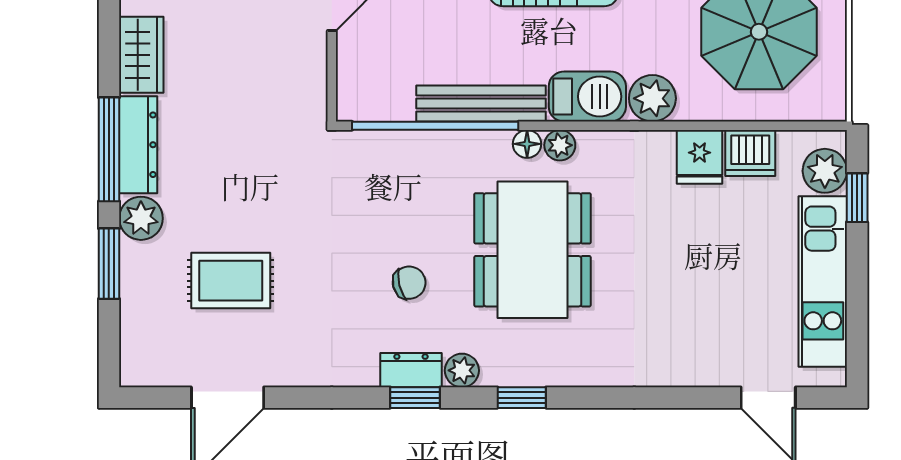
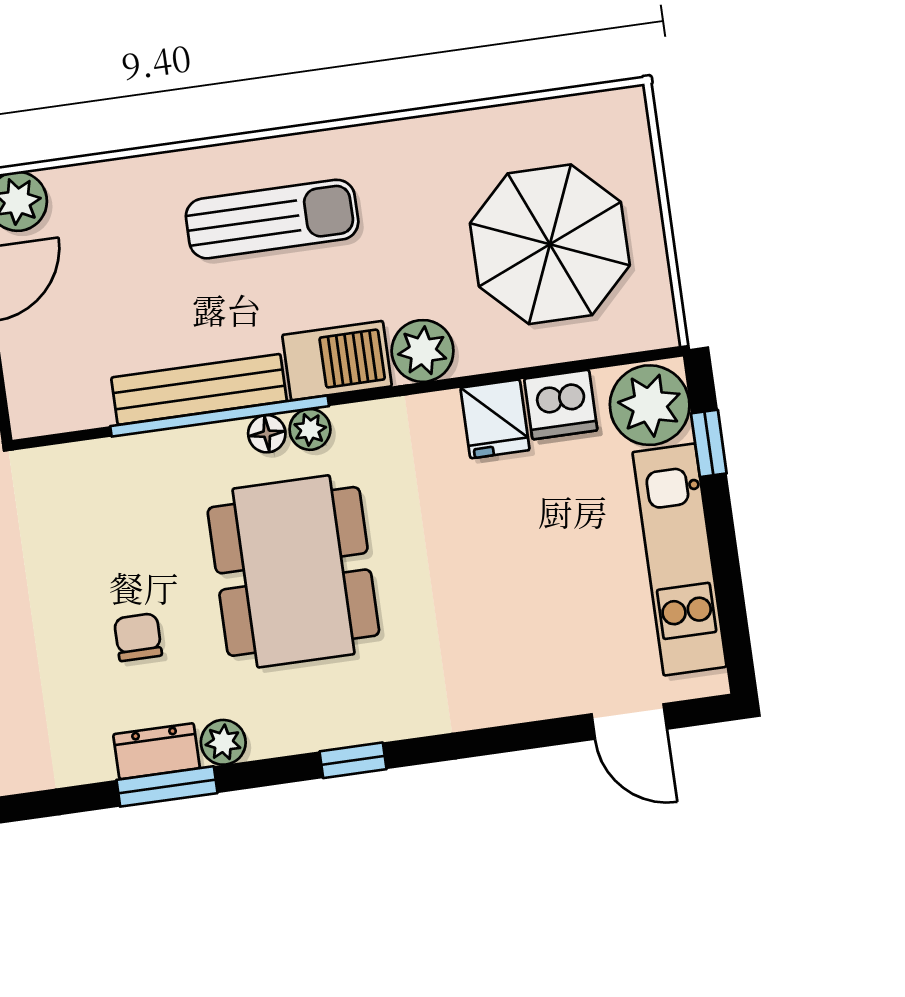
window: (435, 126) -> (220, 416), moved
plant: (825, 171) -> (650, 405), width x1.36, depth x1.36
chair: (409, 283) -> (138, 637), turned -76
window: (415, 398) -> (167, 786), width x1.50
window: (522, 398) -> (353, 760), moved

